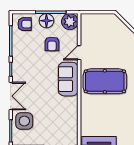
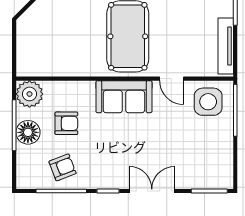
armchair: (25, 24) -> (62, 167), moved, turned 69
door: (79, 53) -> (172, 79), moved
side table: (24, 121) -> (208, 102), moved

